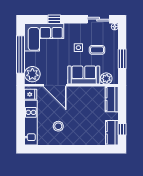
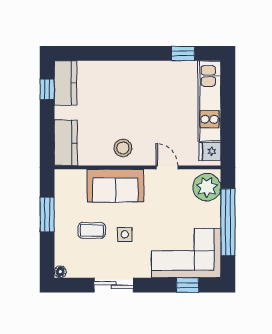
window: (54, 19) -> (187, 285), moved
sliding door: (98, 19) -> (114, 285), moved
plant: (106, 78) -> (75, 179), removed
door: (55, 85) -> (167, 167), width x0.53
stool: (58, 126) -> (123, 148), moved
window: (46, 149) -> (183, 53), added

